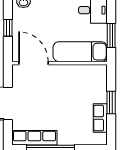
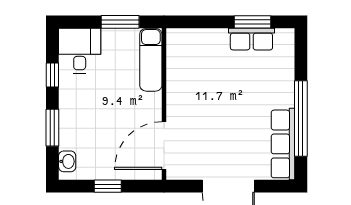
exam couch: (80, 52) -> (151, 60), width x0.73, depth x0.69
window: (111, 103) -> (252, 22), moved

